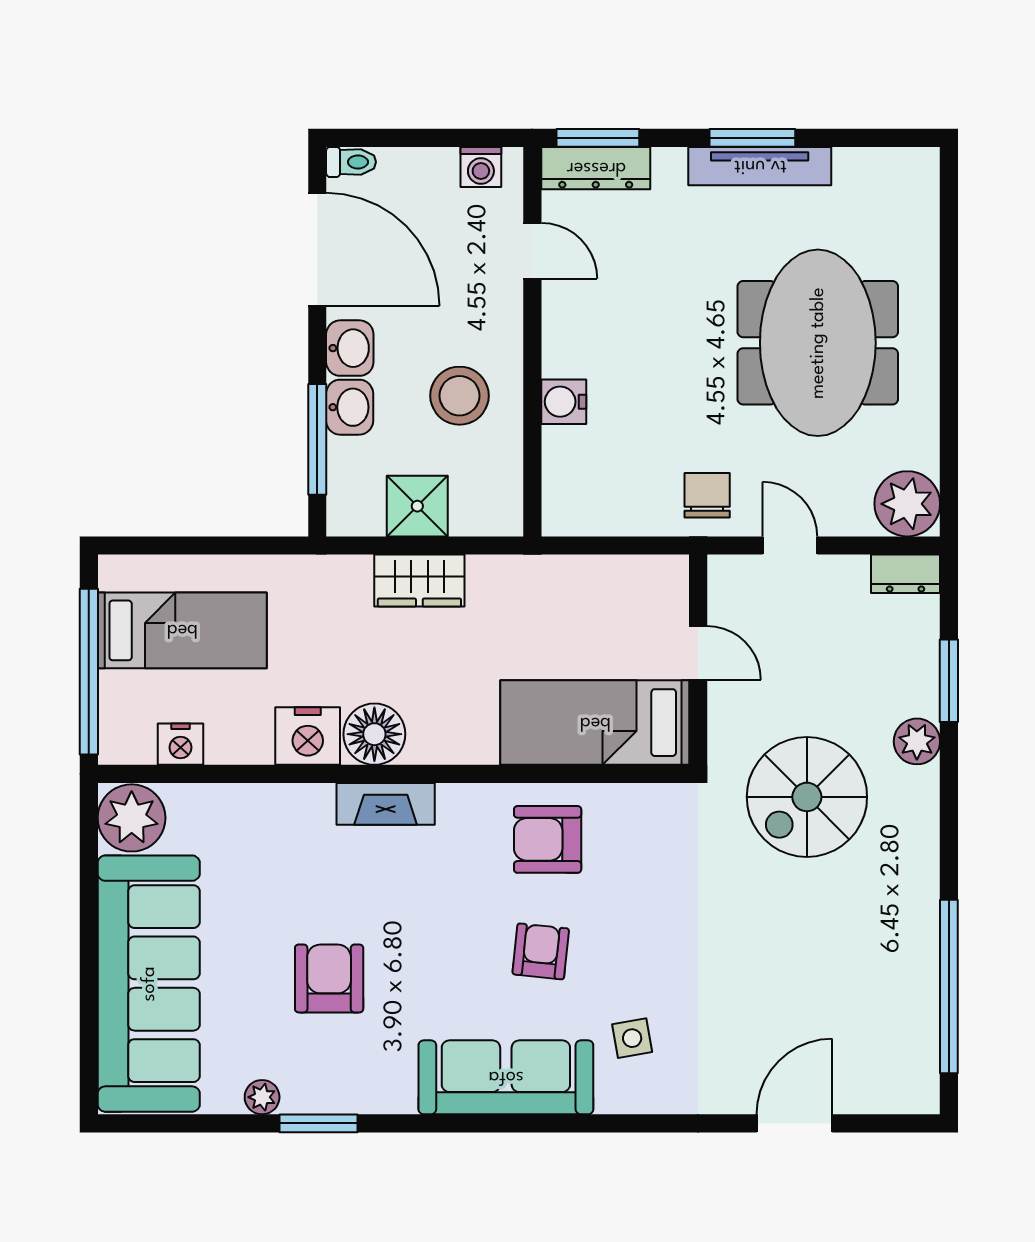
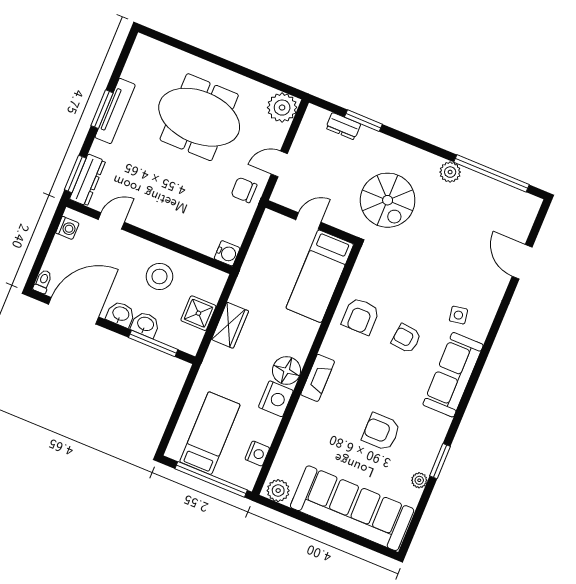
water cooler: (564, 402) -> (227, 253), moved, turned -90
dresser: (906, 574) -> (343, 126), moved, turned 90
plant: (917, 741) -> (450, 172), moved
plant: (132, 818) -> (278, 491), width x0.73, depth x0.73

